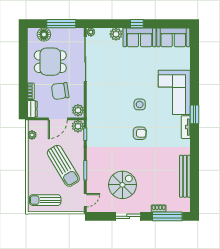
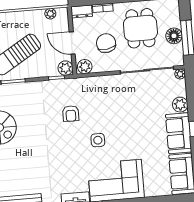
floor lamp: (44, 34) -> (174, 36), moved
armchair: (140, 133) -> (71, 114), moved

